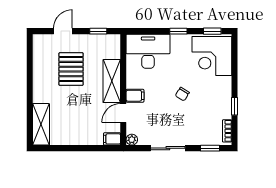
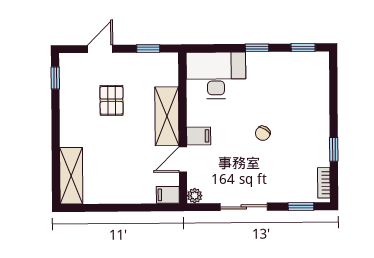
window: (30, 52) -> (55, 78), added
corner desk: (212, 56) -> (303, 81), removed
pallet: (71, 69) -> (112, 100), width x0.67, depth x0.71

